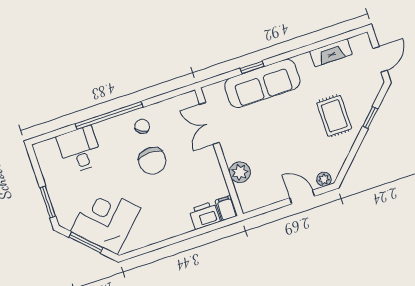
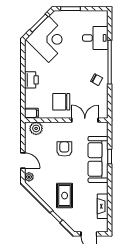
rug: (334, 116) -> (65, 196), turned 90
armchair: (264, 140) -> (64, 149), added
chair: (152, 161) -> (61, 102), moved
plant: (240, 172) -> (36, 128), moved
door: (302, 197) -> (23, 160), hinge flipped
printer: (205, 215) -> (31, 80), moved

